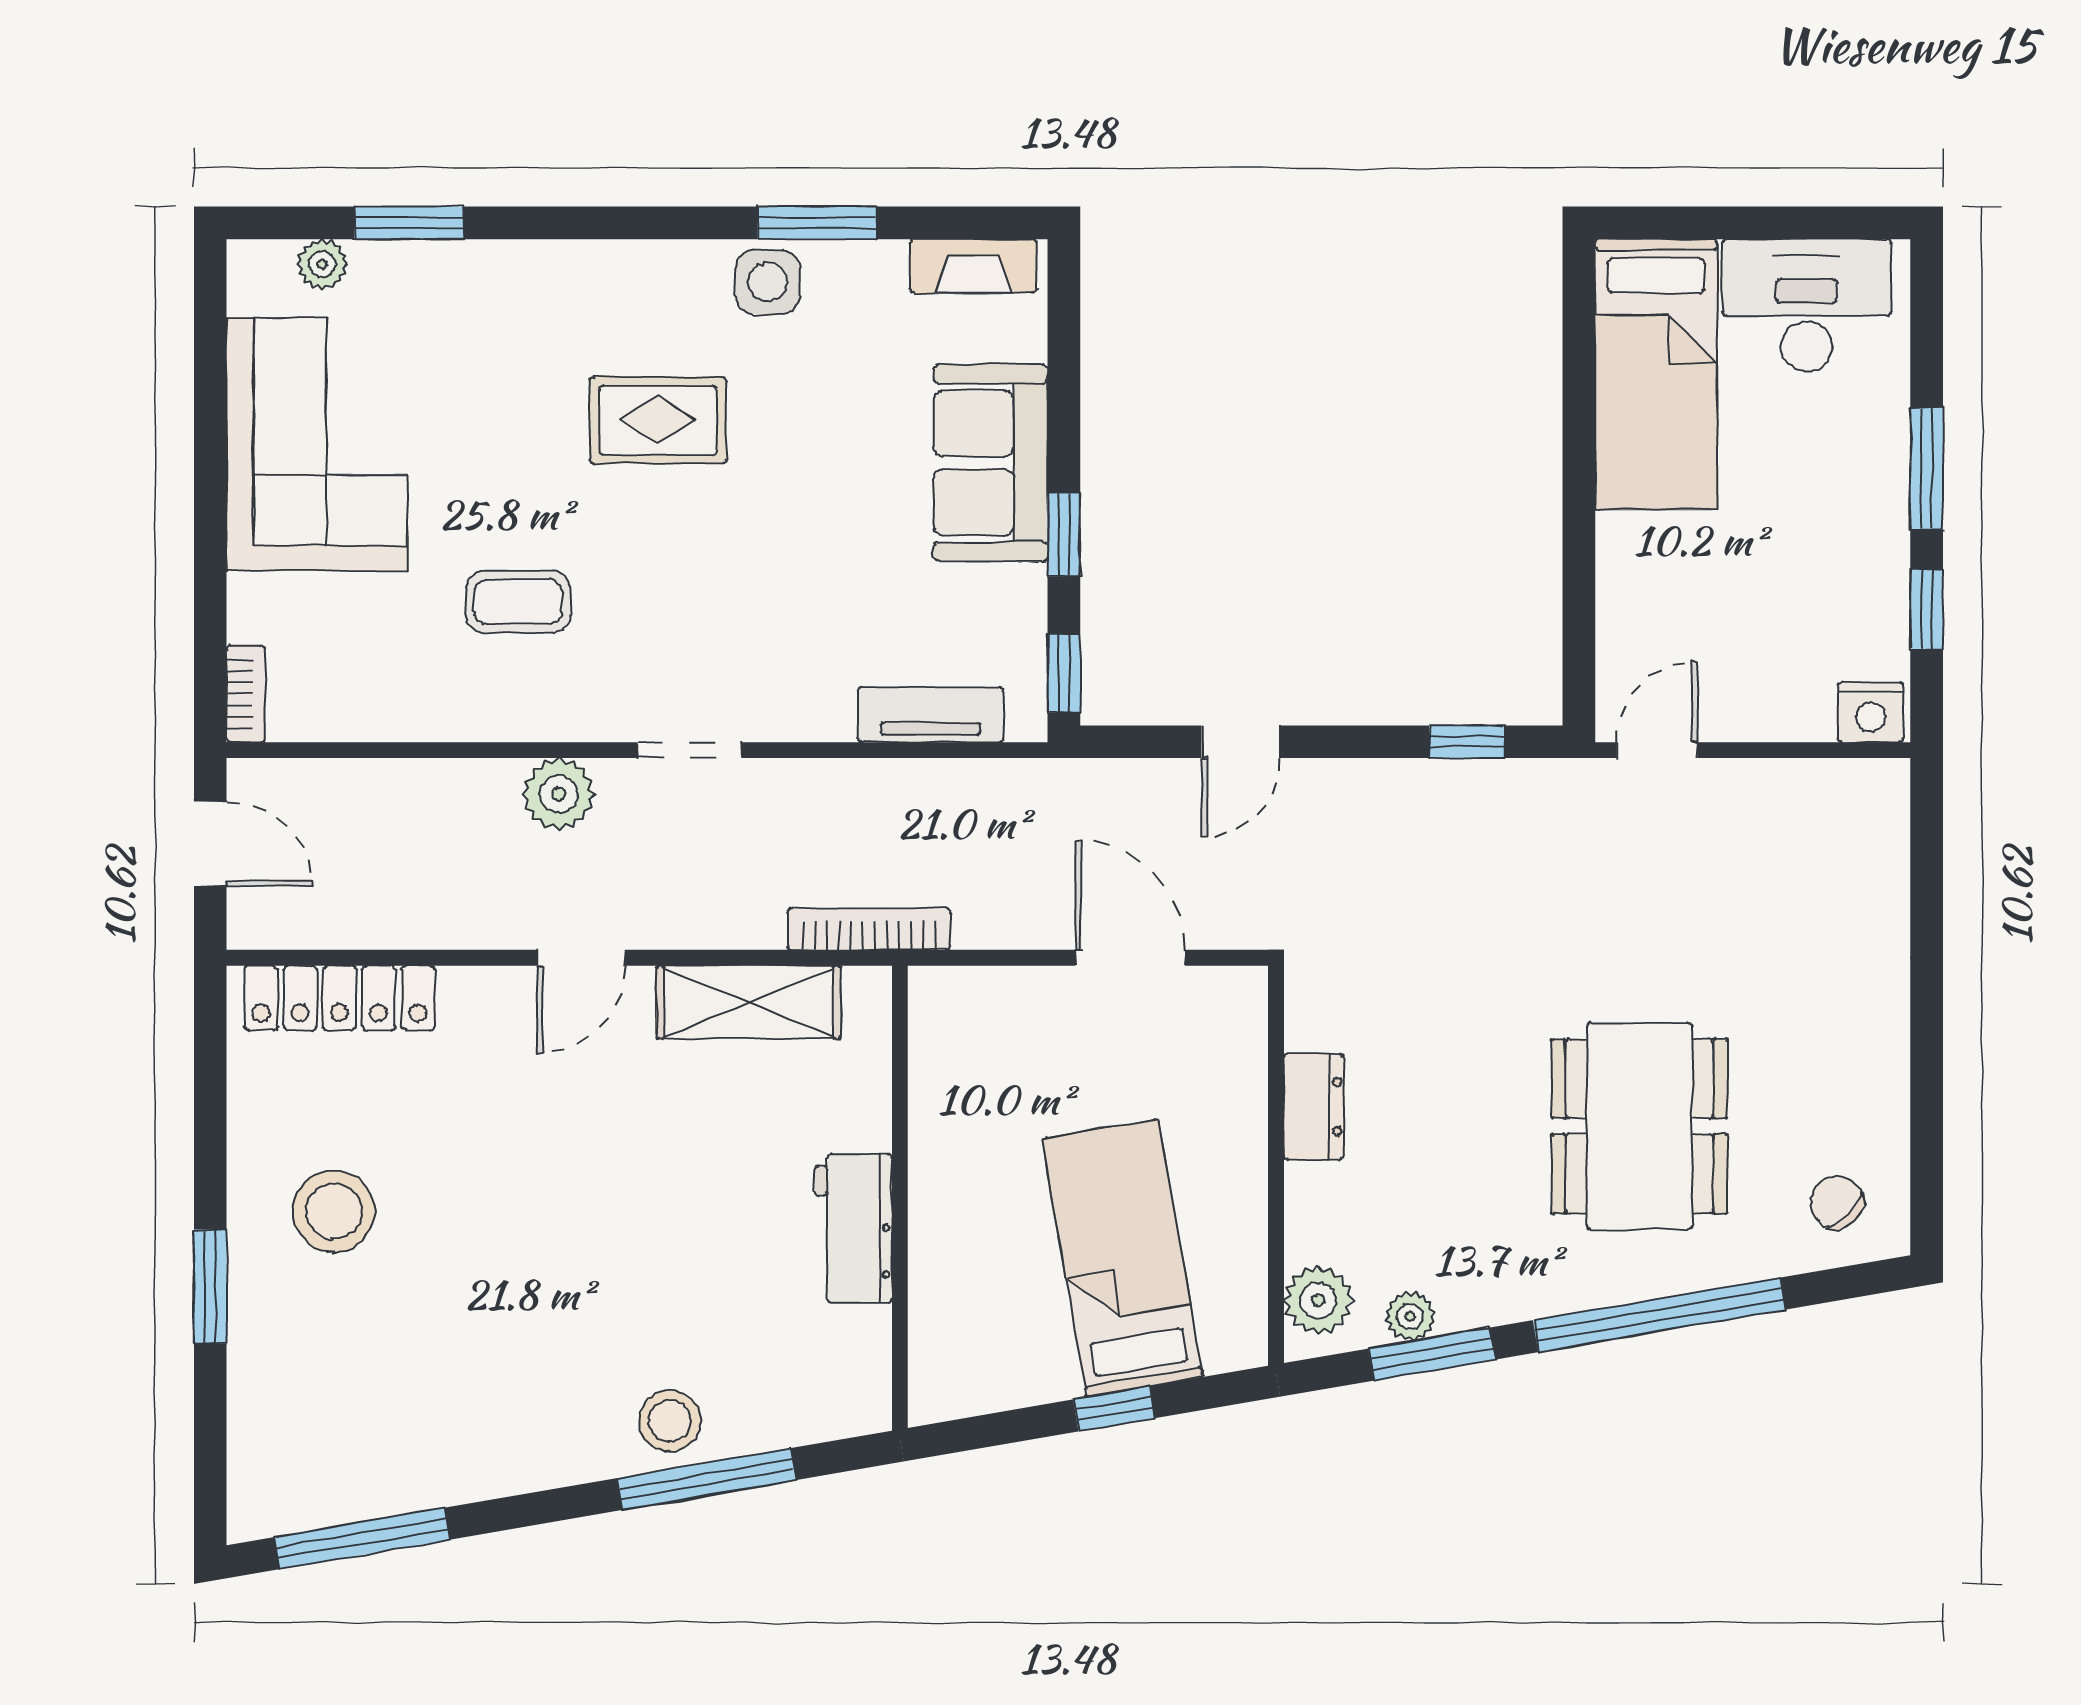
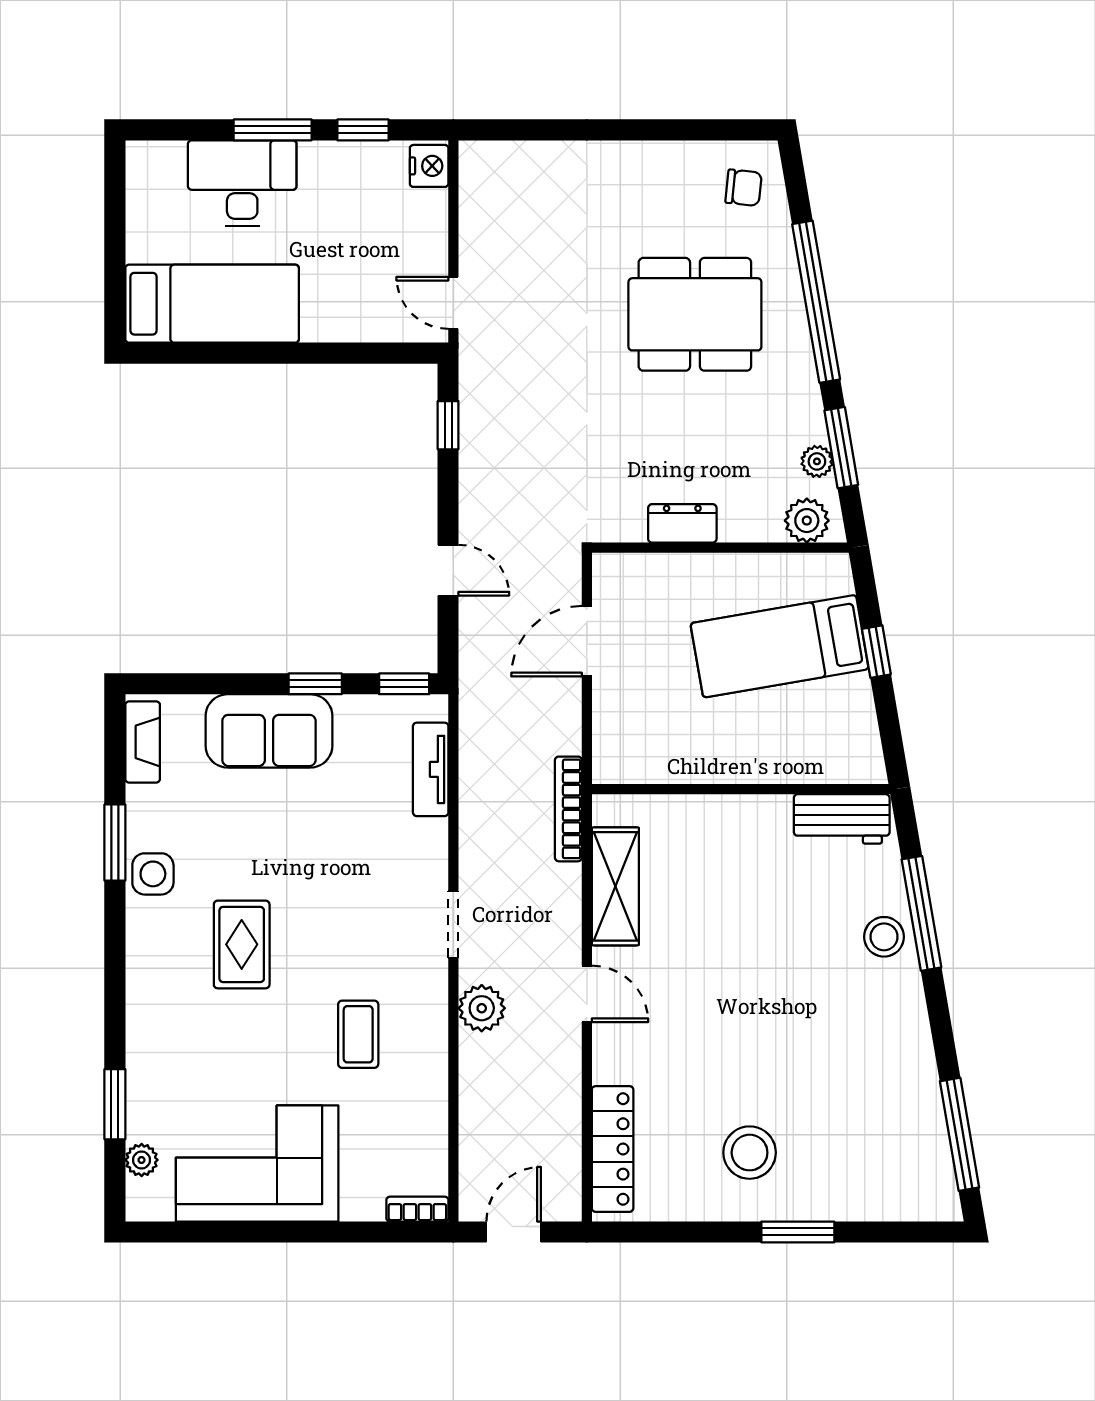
desk: (1807, 305) -> (242, 183), moved, turned 90
chair: (1837, 1202) -> (744, 188), turned -129
workbench: (853, 1229) -> (842, 819), moved

